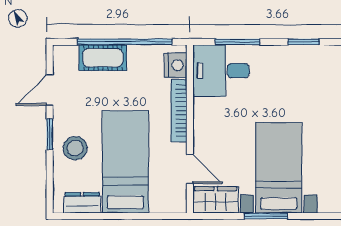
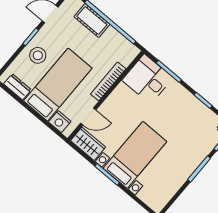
nightstand: (176, 65) -> (60, 122), moved, turned 90
door: (190, 169) -> (88, 117), hinge flipped

